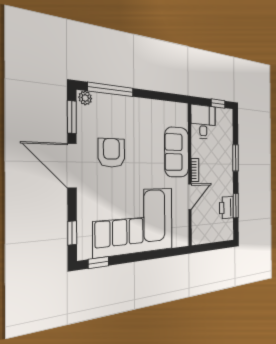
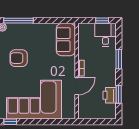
desk: (203, 122) -> (105, 35), moved
sofa: (177, 152) -> (66, 40), moved
armchair: (111, 153) -> (19, 58), turned -90

